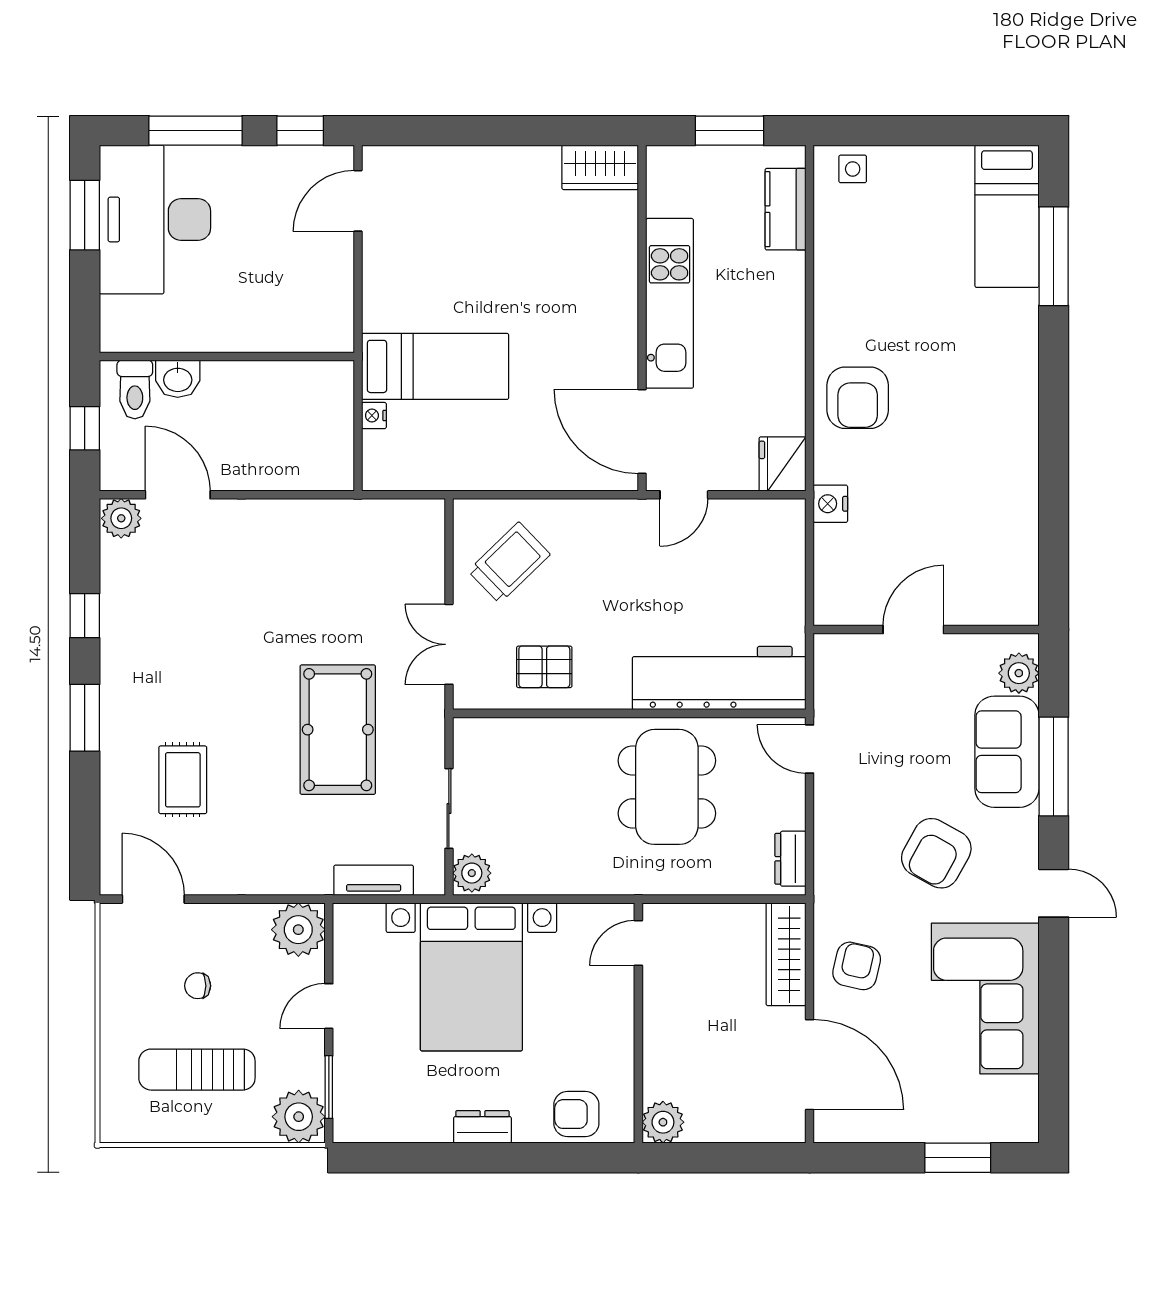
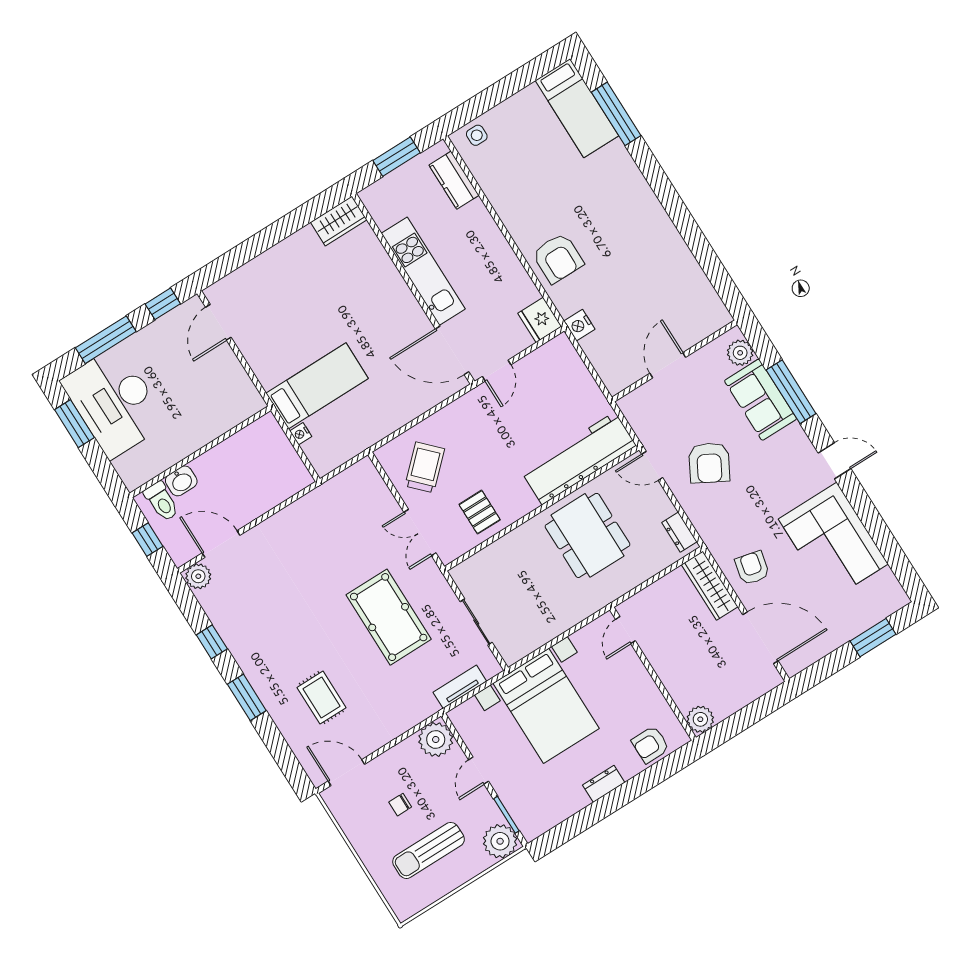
pallet: (544, 667) -> (480, 512), turned 90
armchair: (936, 853) -> (709, 463), moved
plant: (472, 873) -> (511, 649), removed

